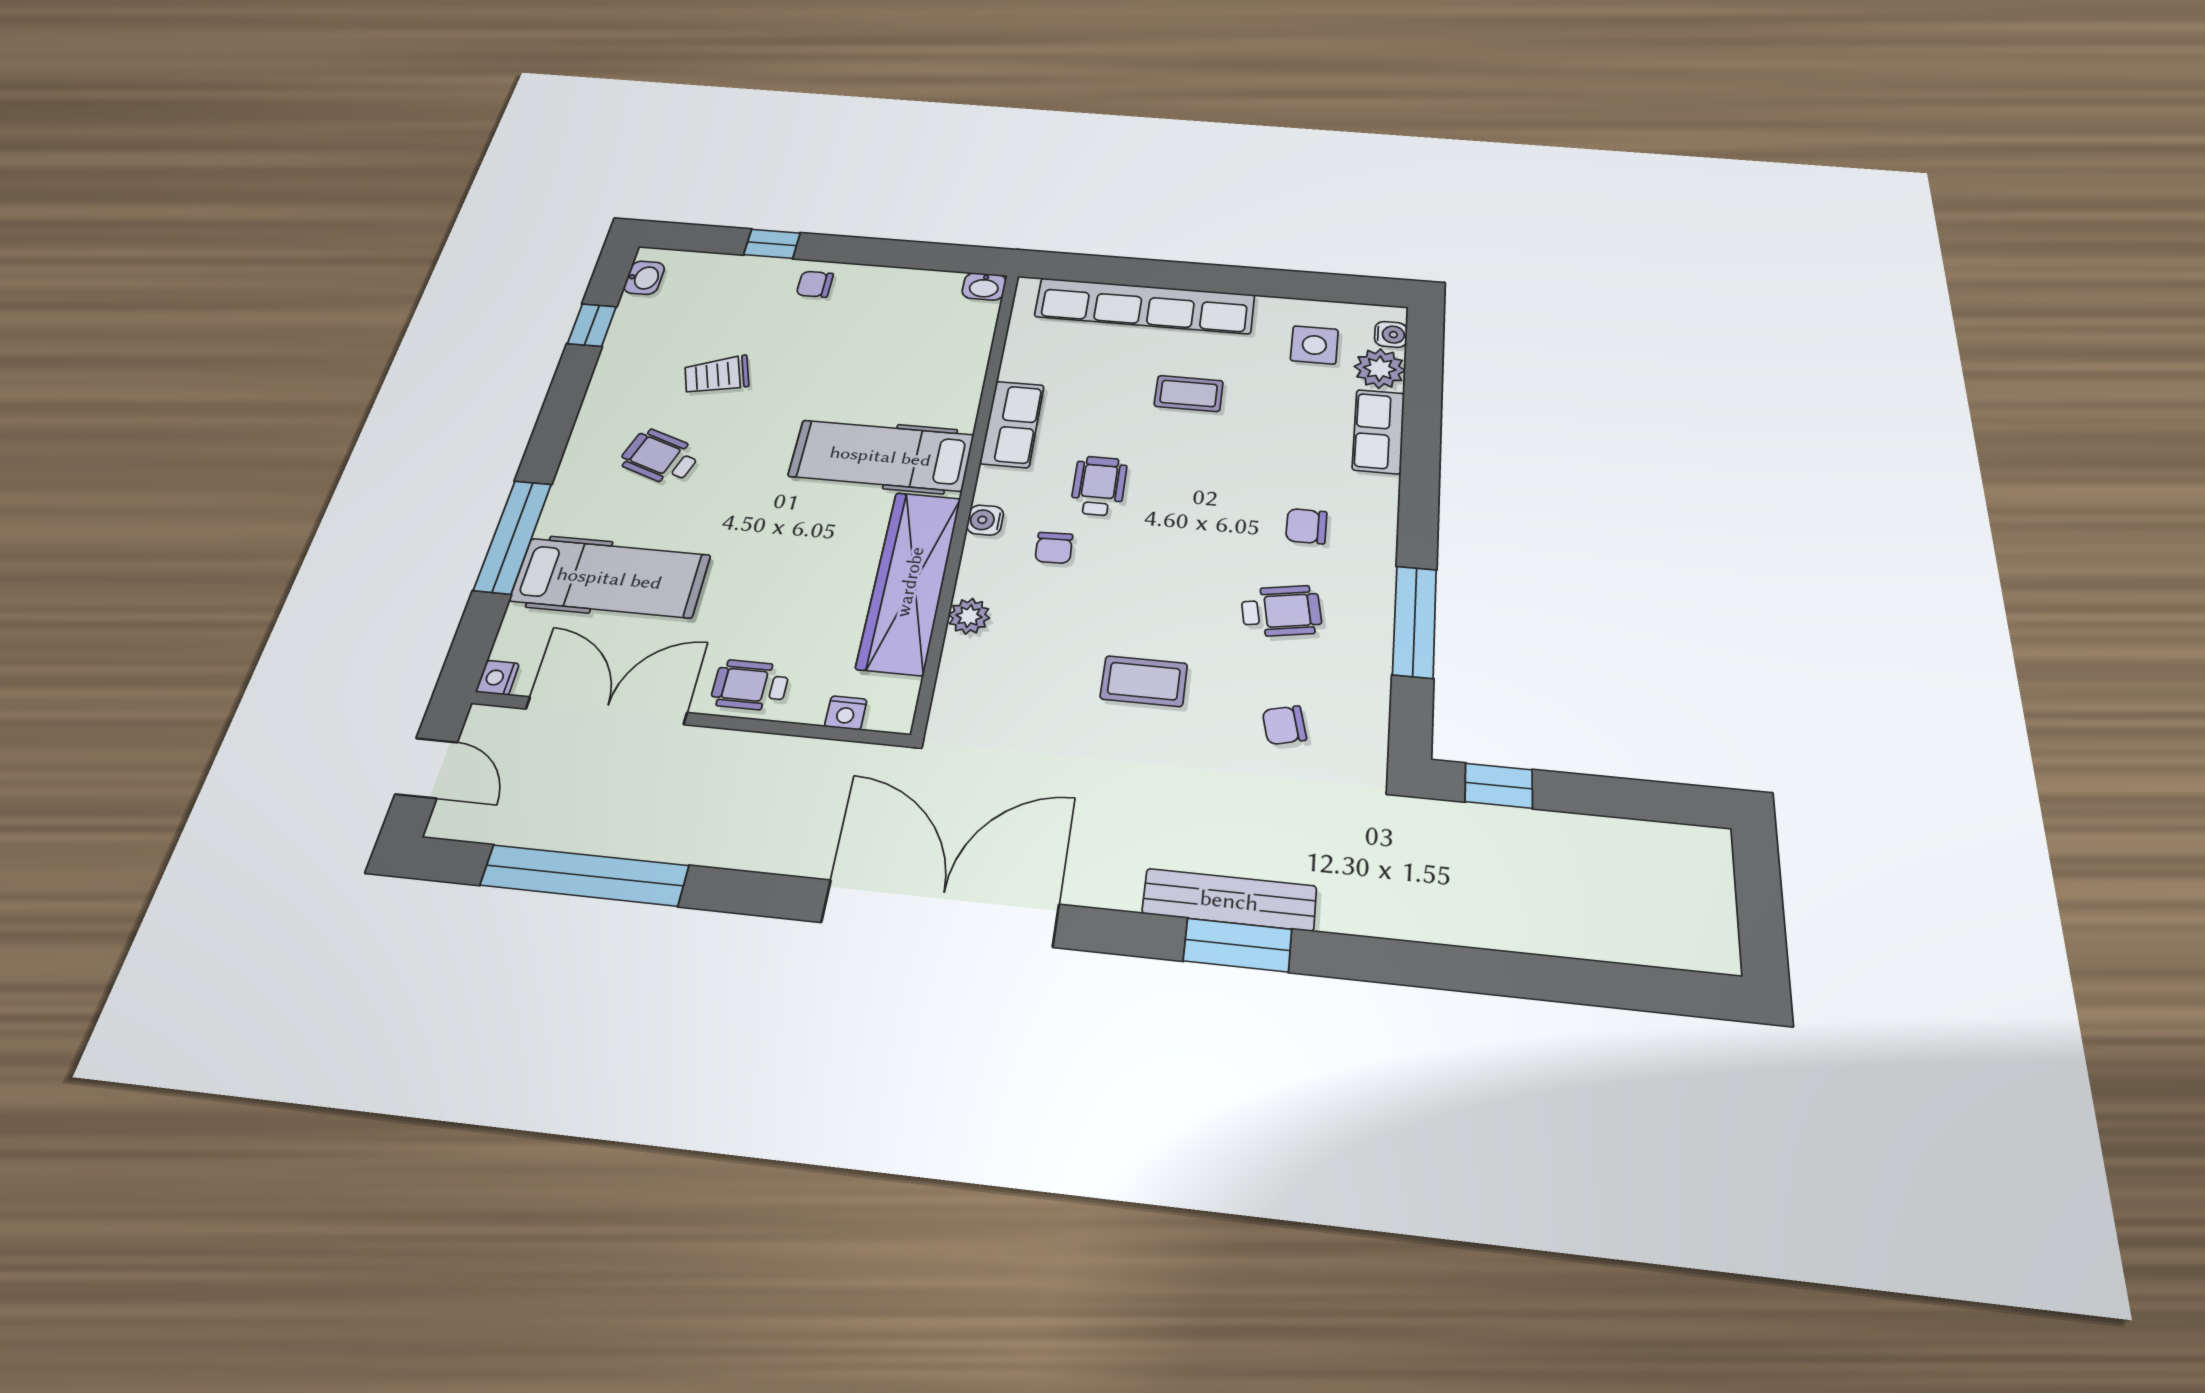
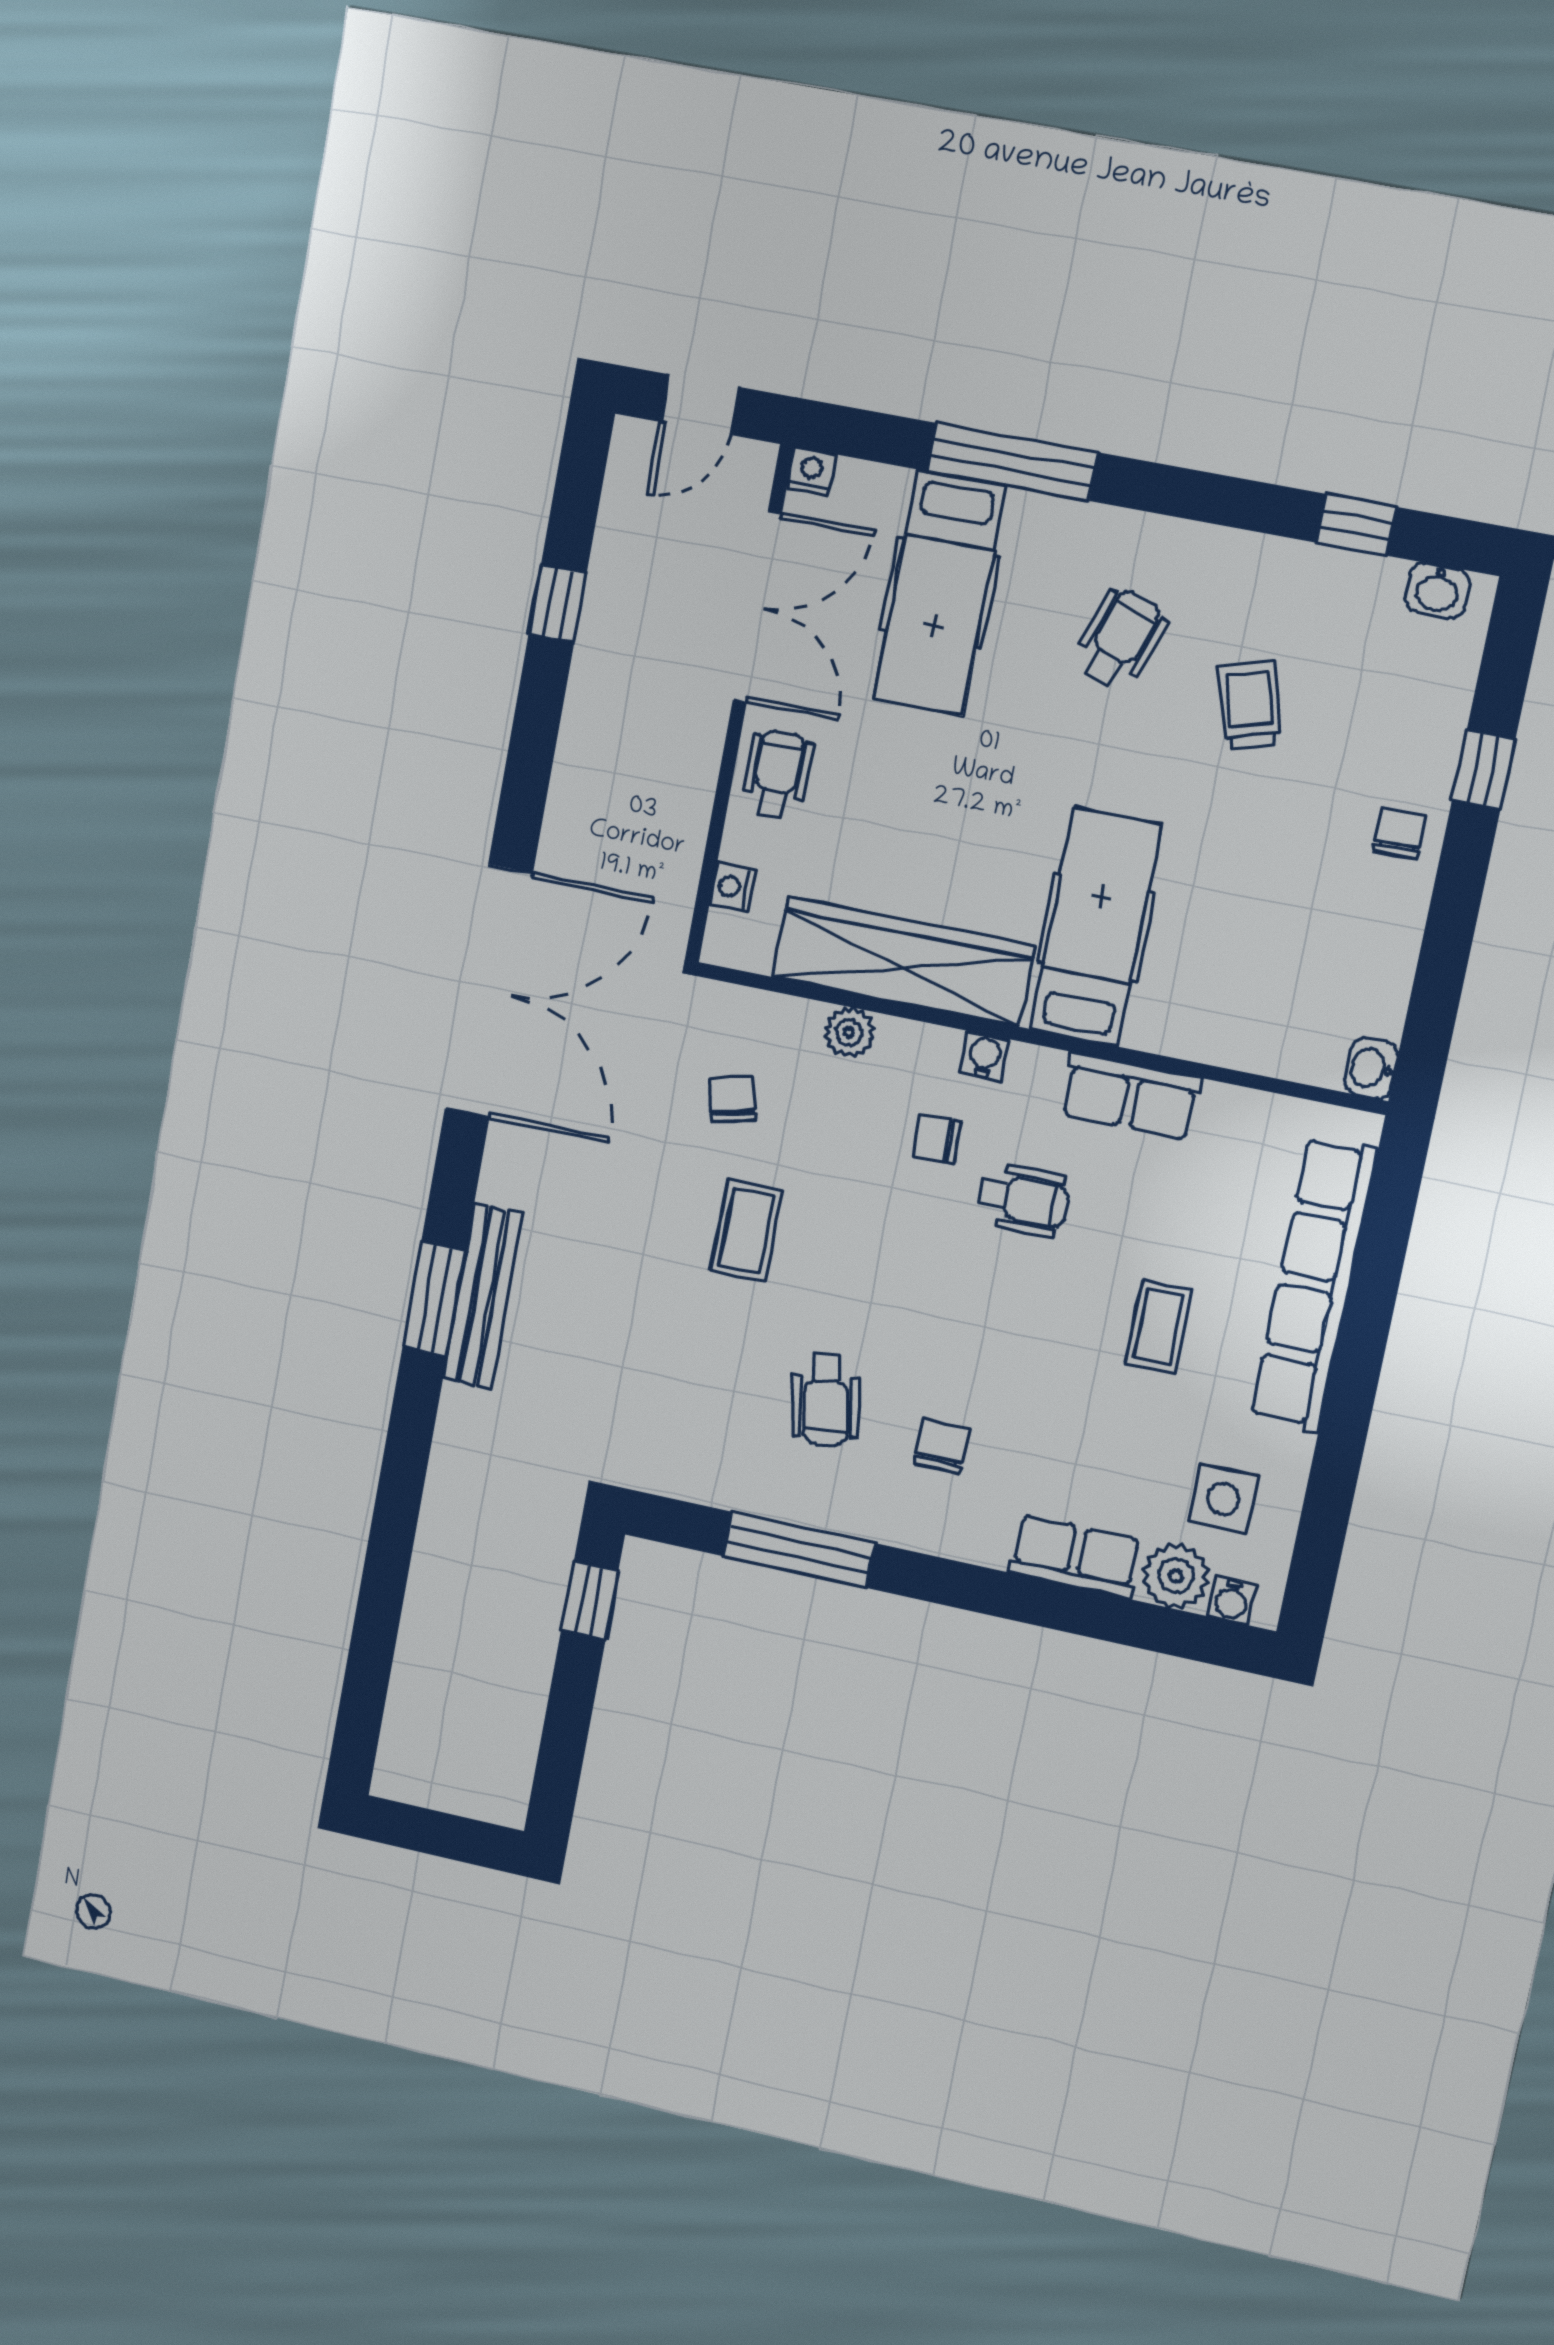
chair: (1284, 725) -> (732, 1099), moved
window: (585, 875) -> (558, 603), width x0.32

